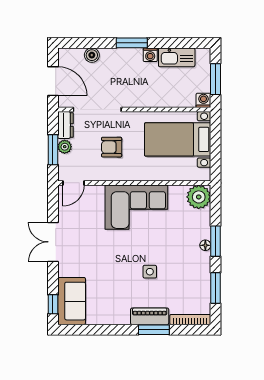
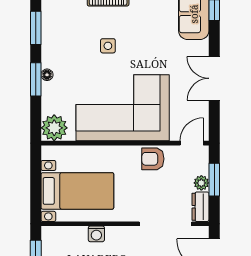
washing machine: (203, 100) -> (96, 234), moved
armchair: (112, 147) -> (153, 159), moved, turned 180
corner sofa: (136, 207) -> (123, 108), width x1.36, depth x1.36
double door: (53, 242) -> (214, 78), swing flipped

